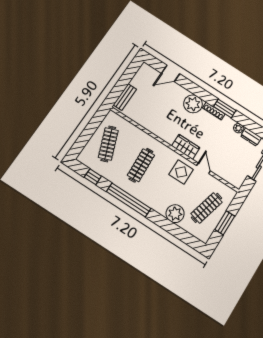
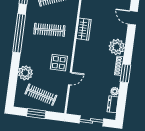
wardrobe: (186, 147) -> (84, 29), moved

